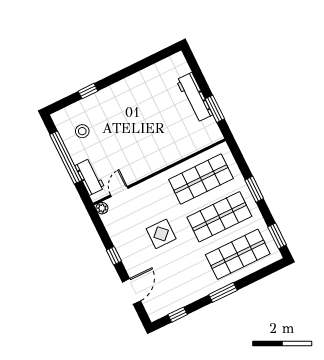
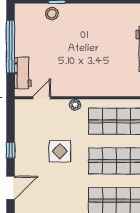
stool: (82, 131) -> (52, 14), moved
plant: (102, 208) -> (75, 105), moved

